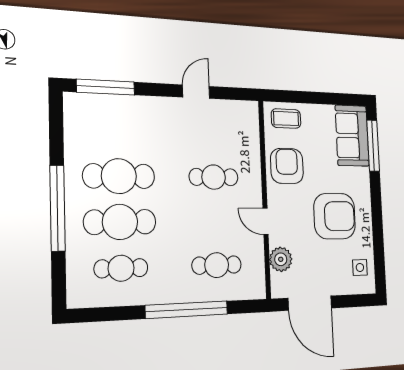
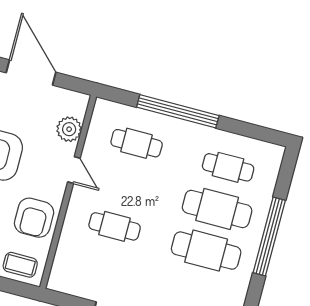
door: (310, 303) -> (31, 73), moved

